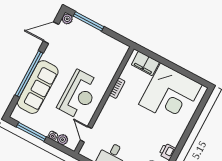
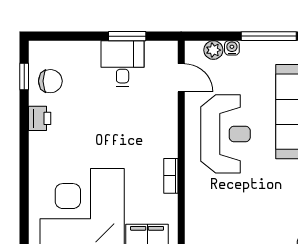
reception desk: (79, 95) -> (225, 134), turned 180

